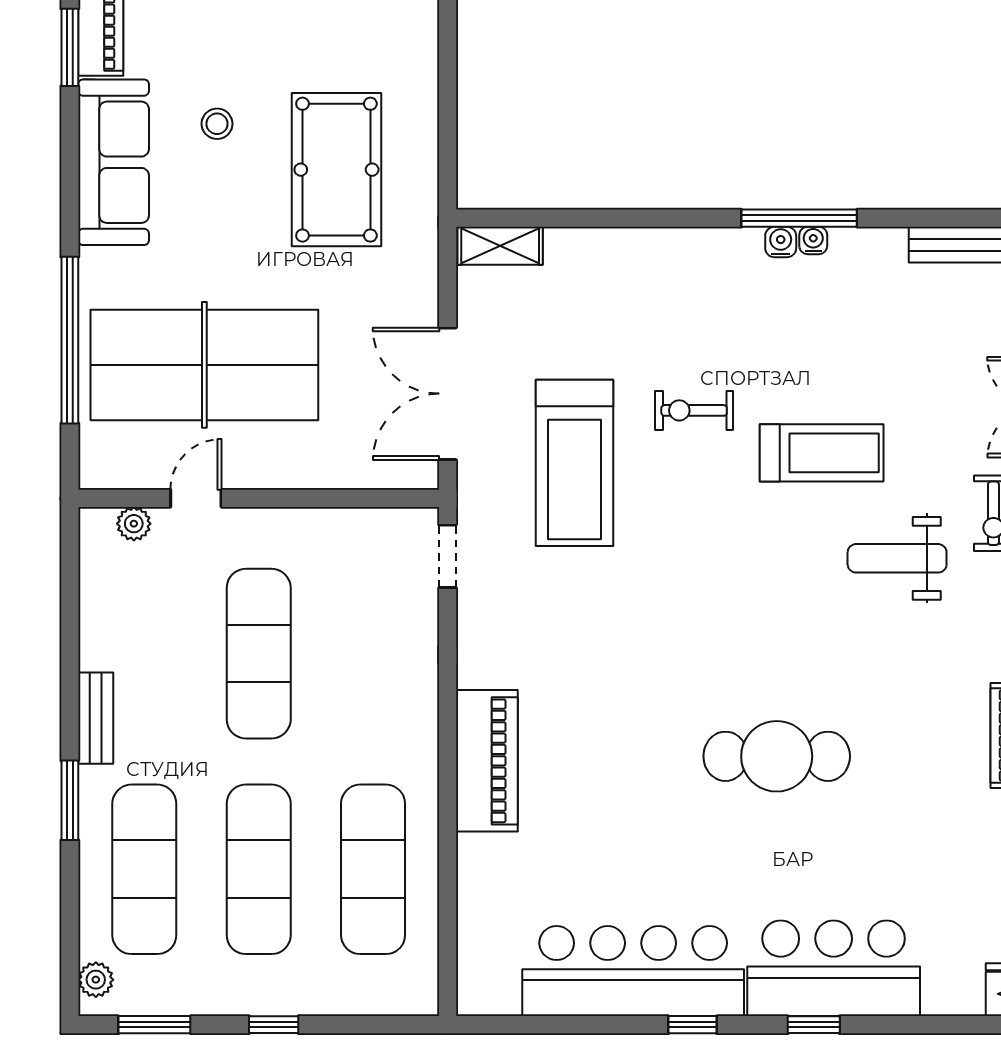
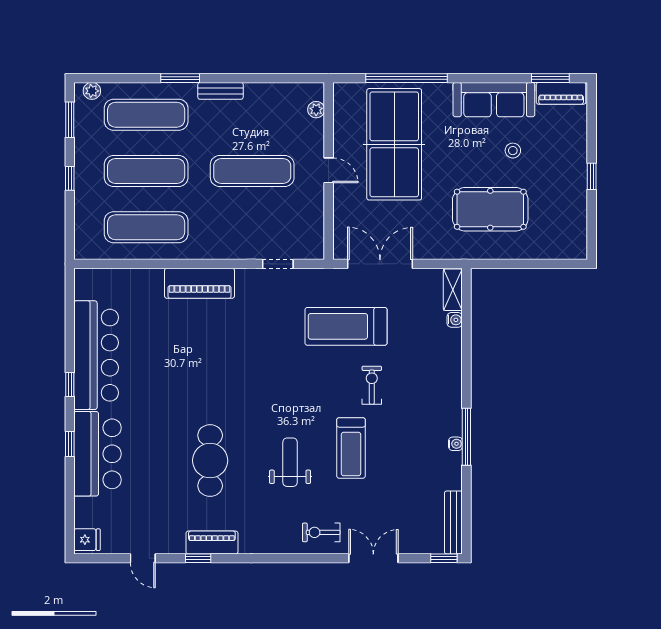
water cooler: (781, 242) -> (455, 320), moved
door: (196, 498) -> (329, 170), moved
doorway: (448, 556) -> (278, 264), moved
weight bench: (897, 558) -> (290, 462), moved
cafe table: (777, 756) -> (210, 461), moved

